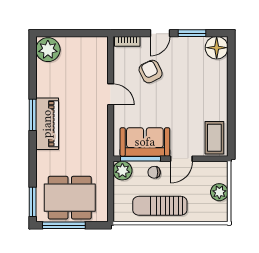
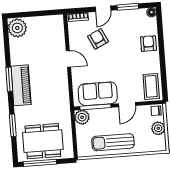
floor lamp: (217, 48) -> (152, 12), width x0.53, depth x0.53
armchair: (215, 82) -> (148, 44), added
chair: (154, 172) -> (156, 111), moved
window: (33, 202) -> (13, 125), moved

